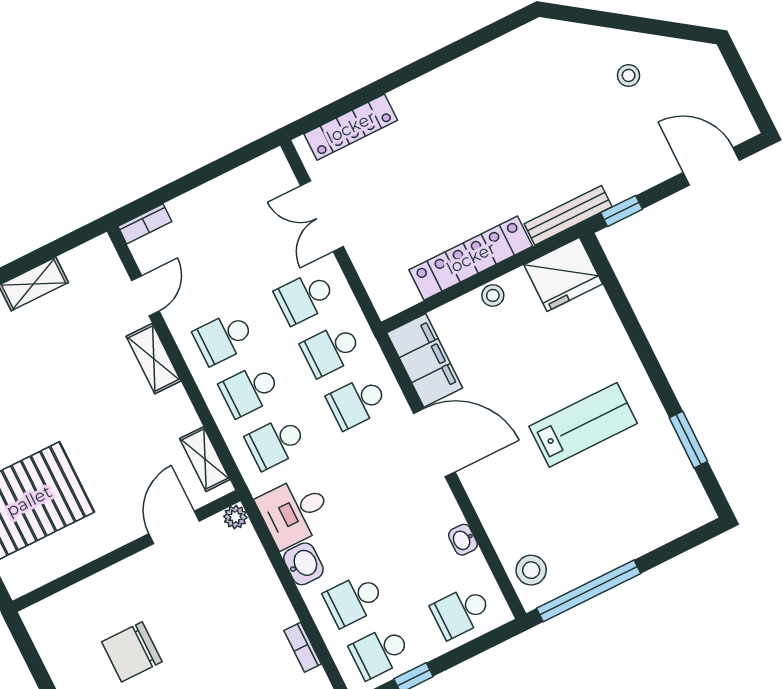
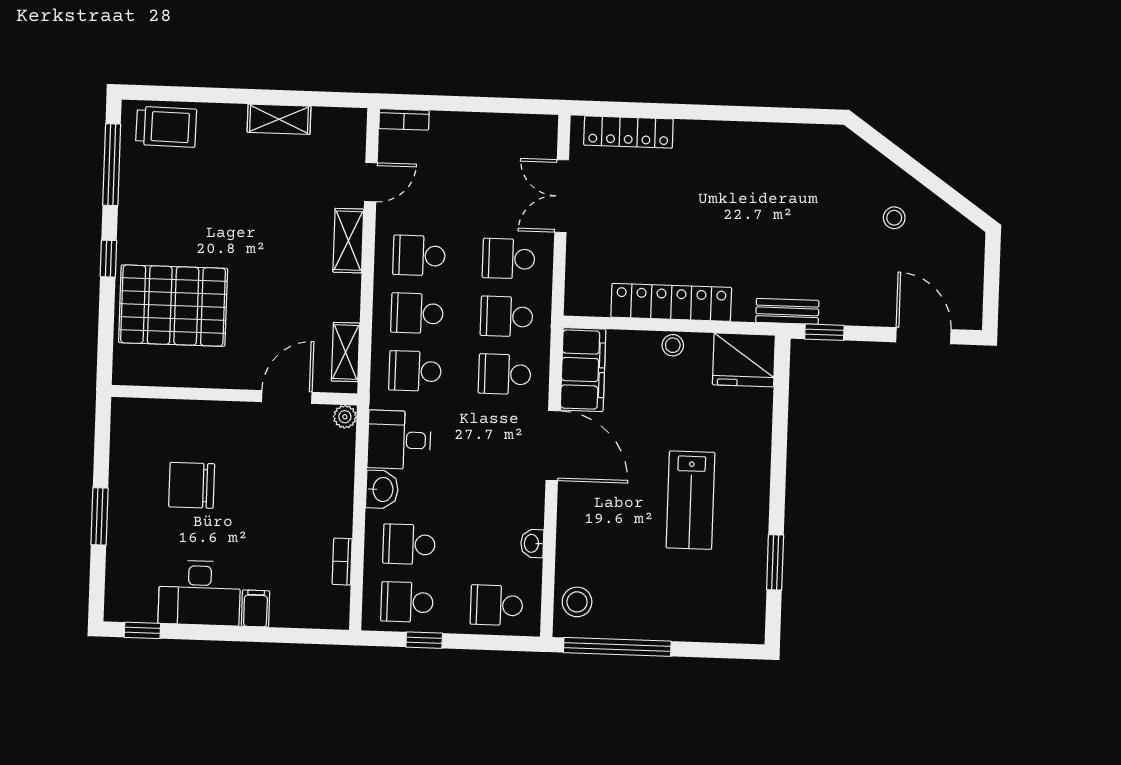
bench: (568, 215) -> (787, 311), width x0.73
lab bench: (583, 425) -> (691, 500), turned 90

